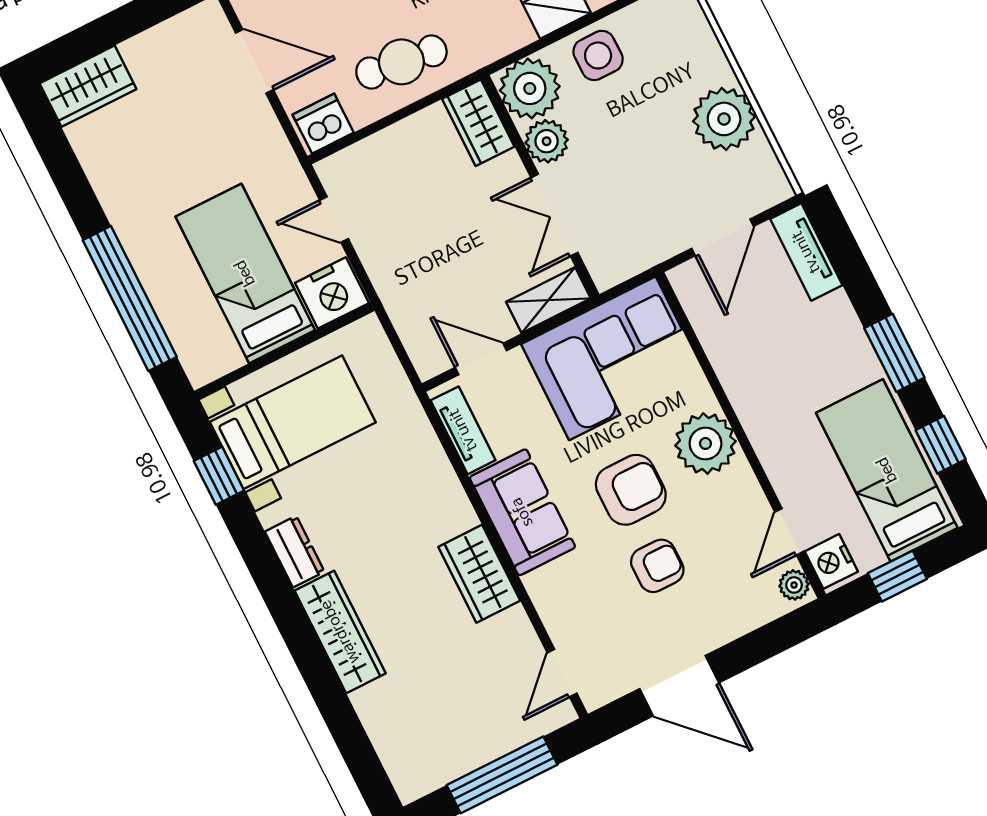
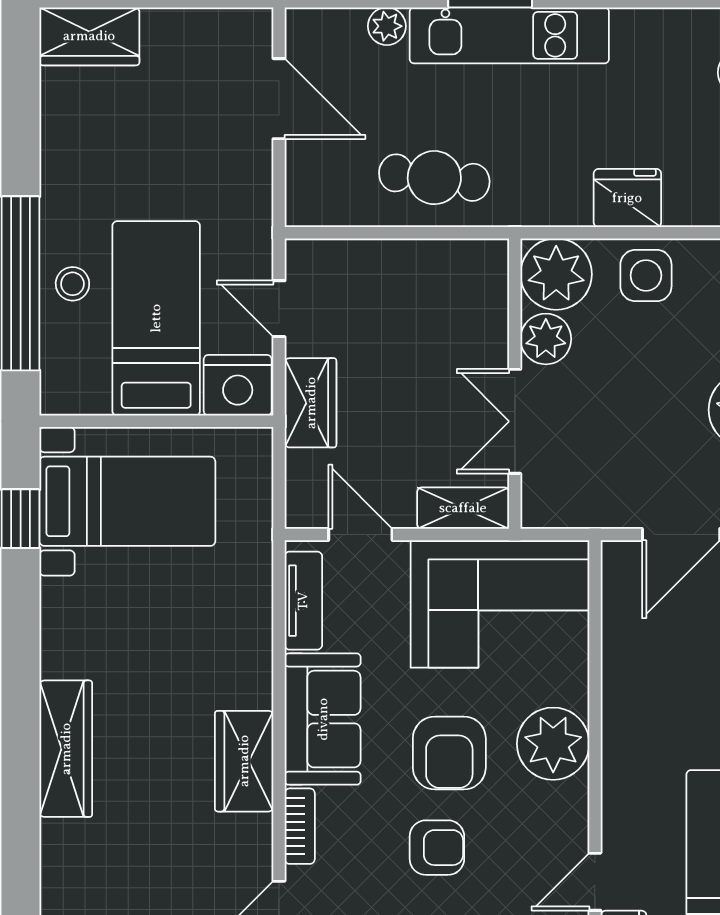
wardrobe: (478, 123) -> (311, 403), moved, turned 180
dishwasher: (323, 124) -> (319, 201), removed
stool: (169, 279) -> (72, 284), added
armchair: (631, 490) -> (449, 753), turned 90
dresser: (295, 552) -> (60, 639), removed
bookcase: (546, 602) -> (300, 826), added

